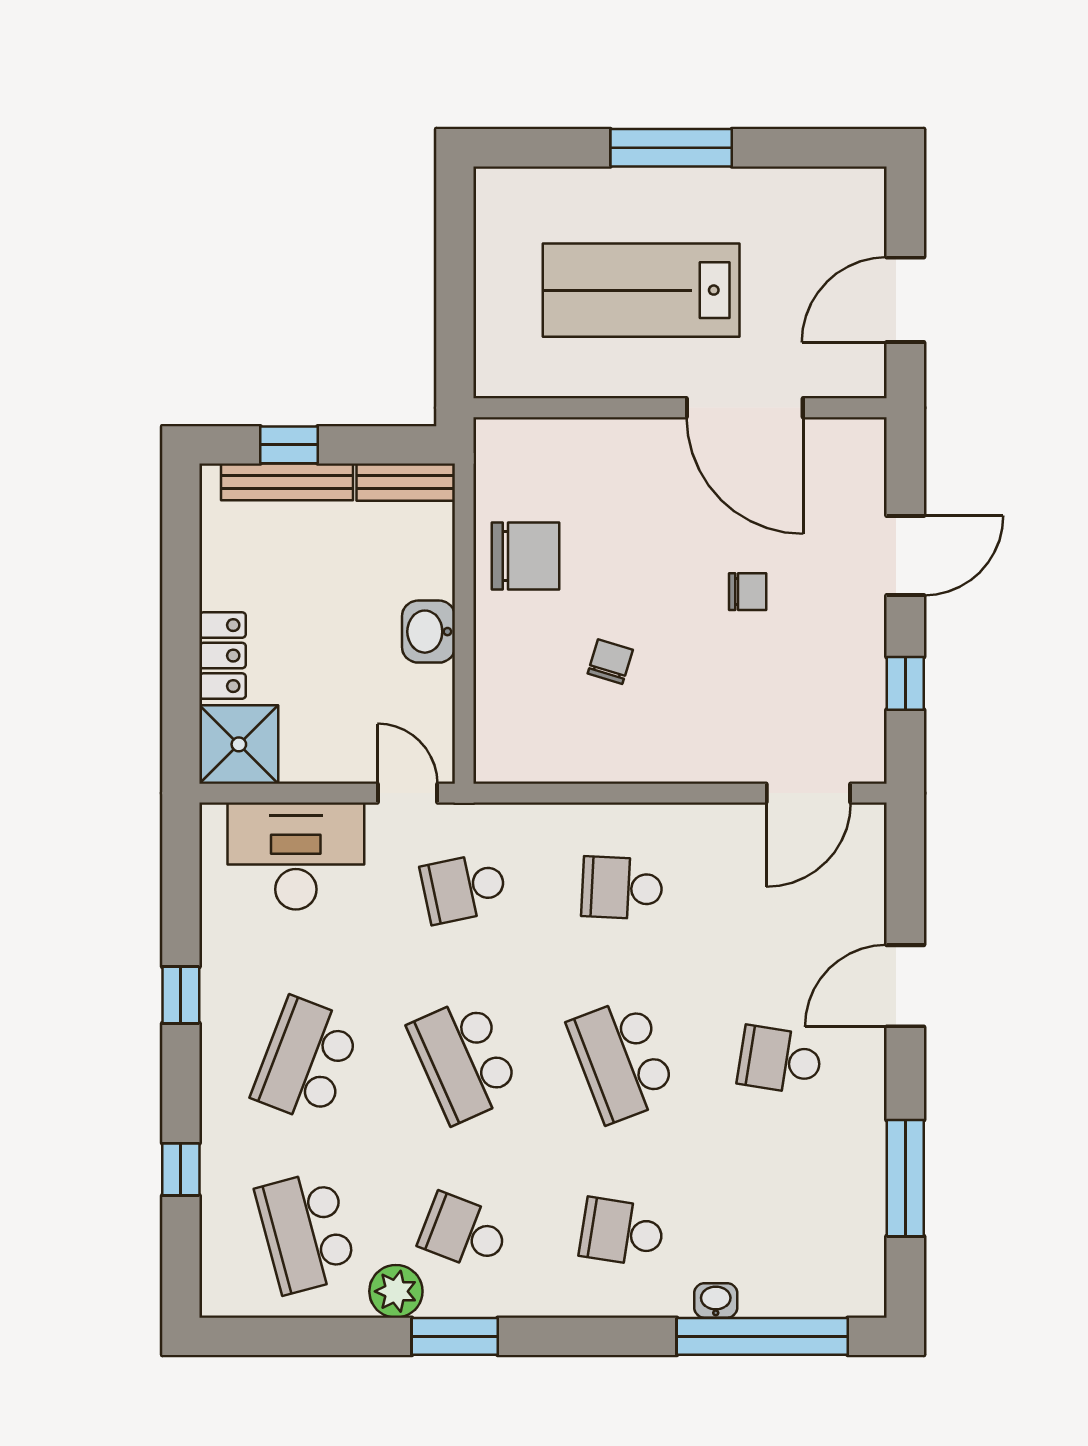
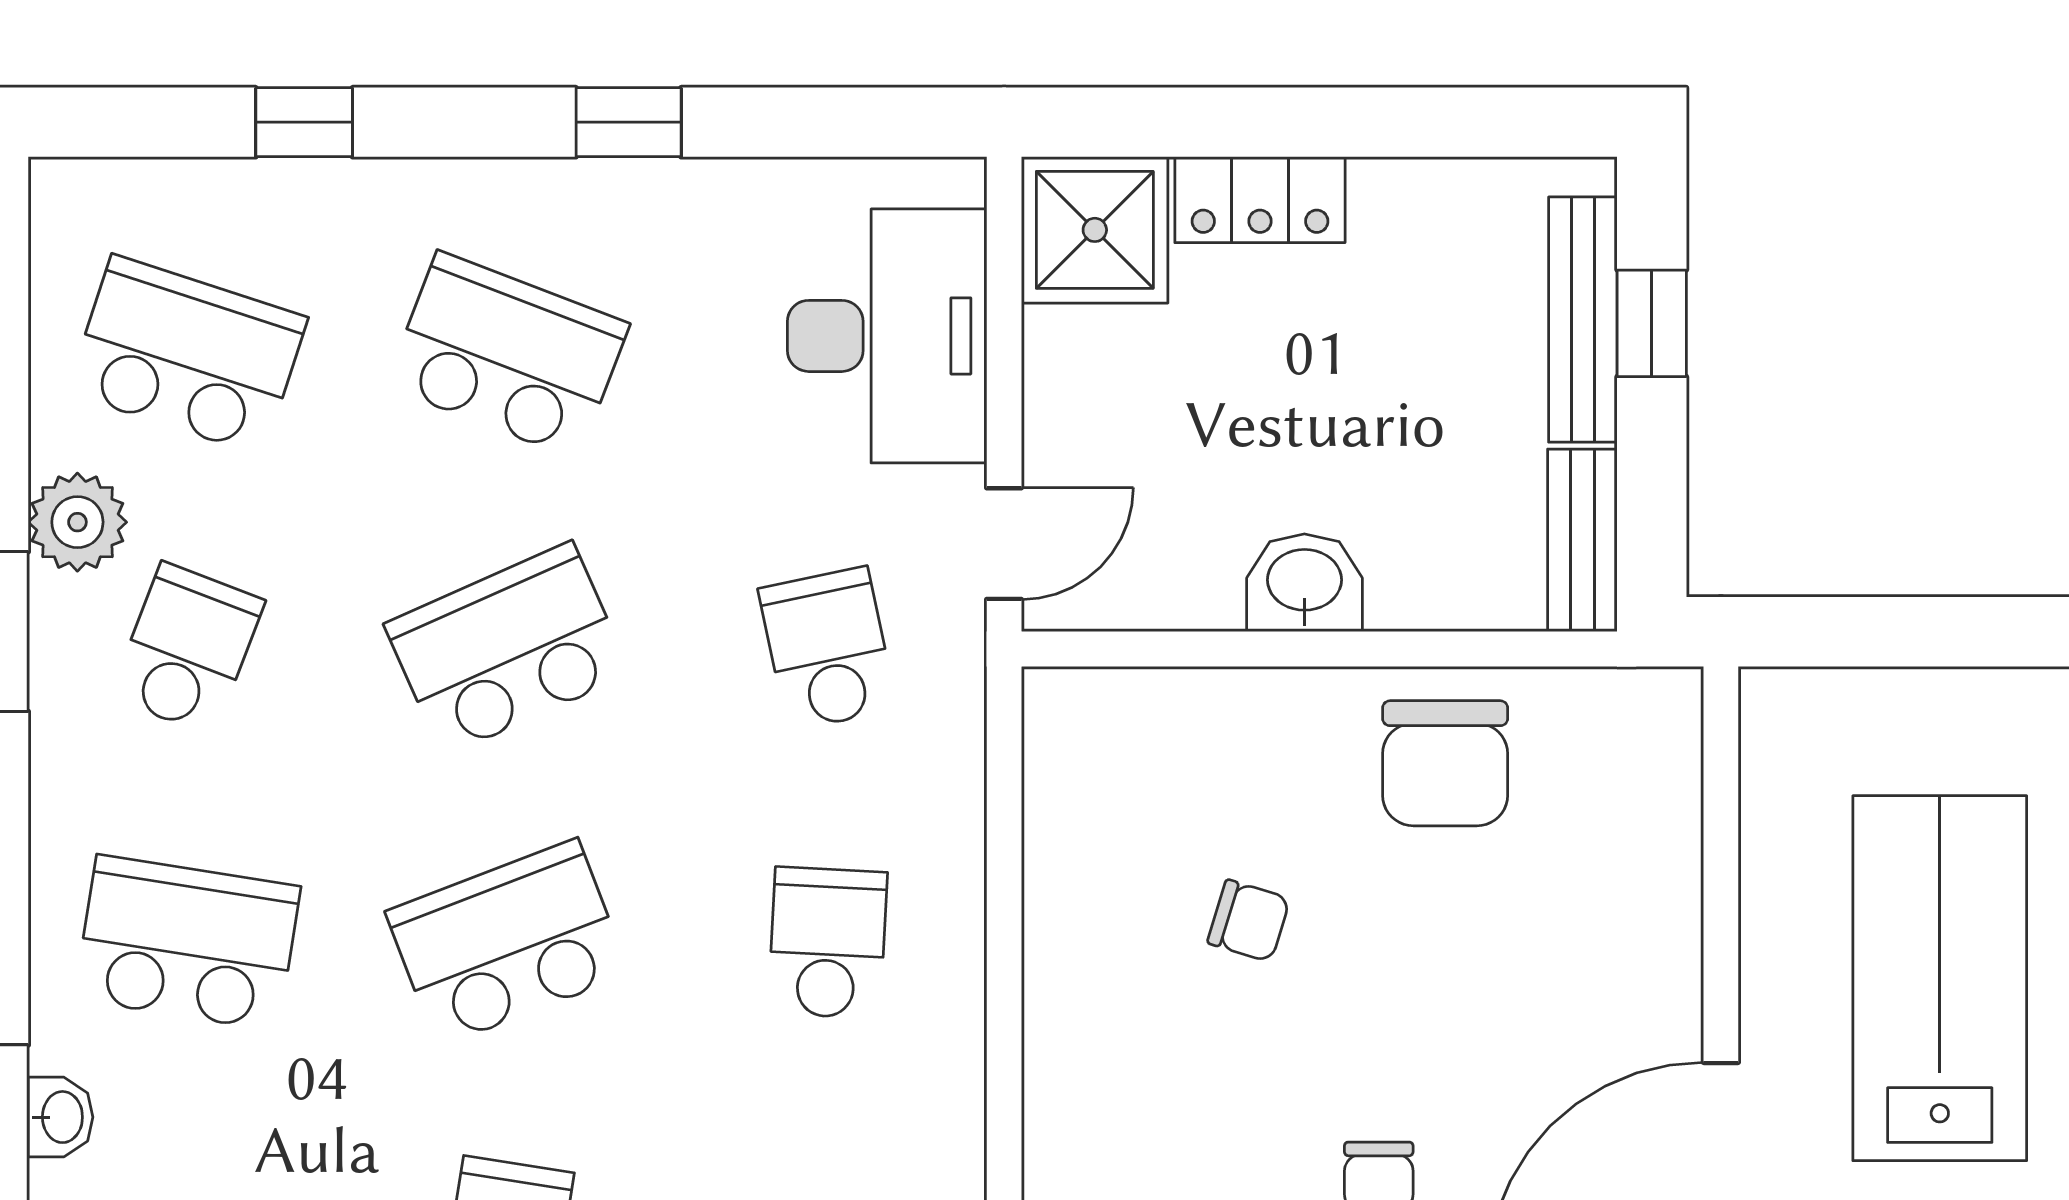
school desk: (306, 1232) -> (187, 355), turned 33
school desk: (622, 1232) -> (187, 943), width x1.85

